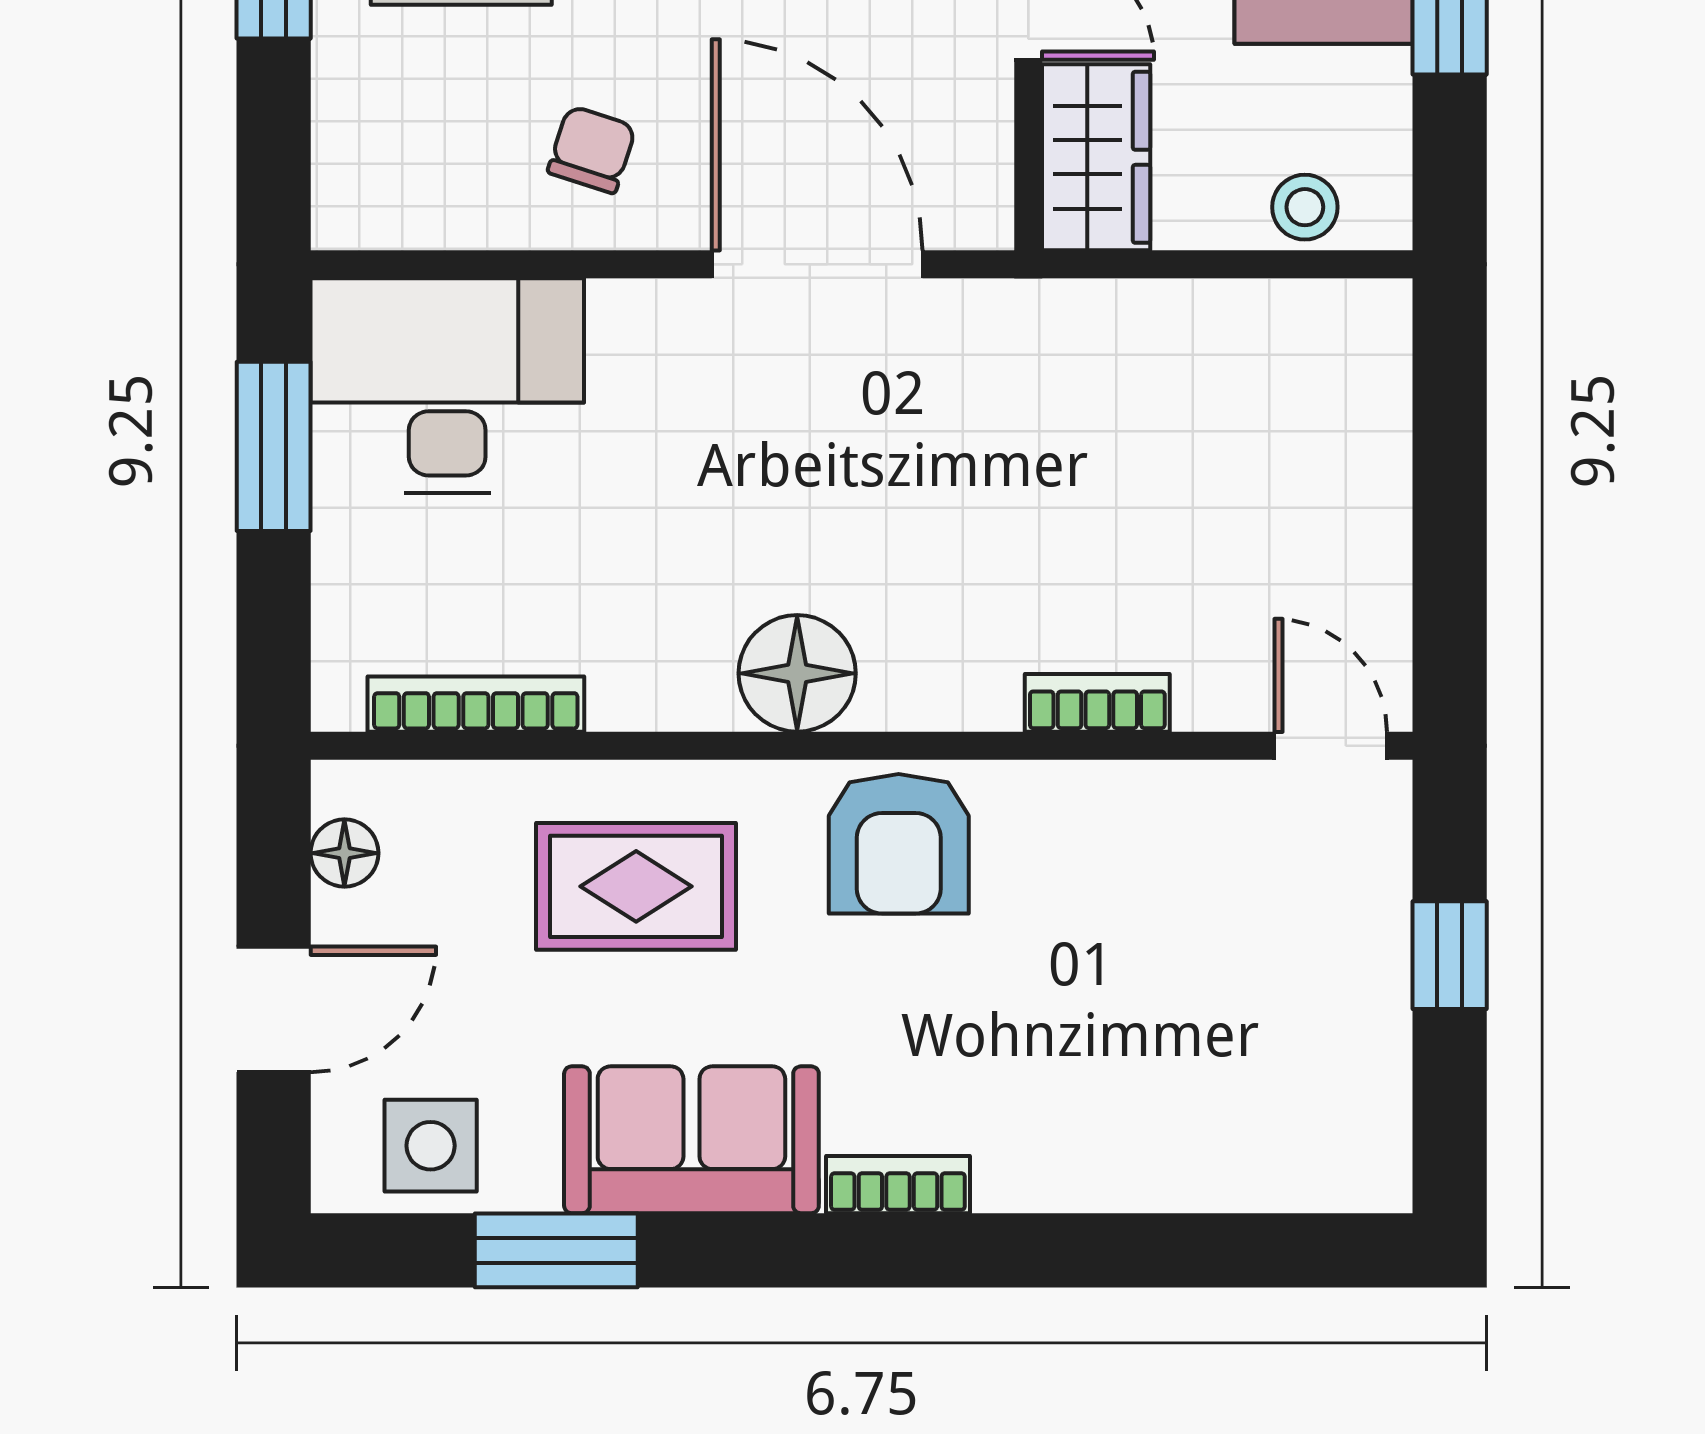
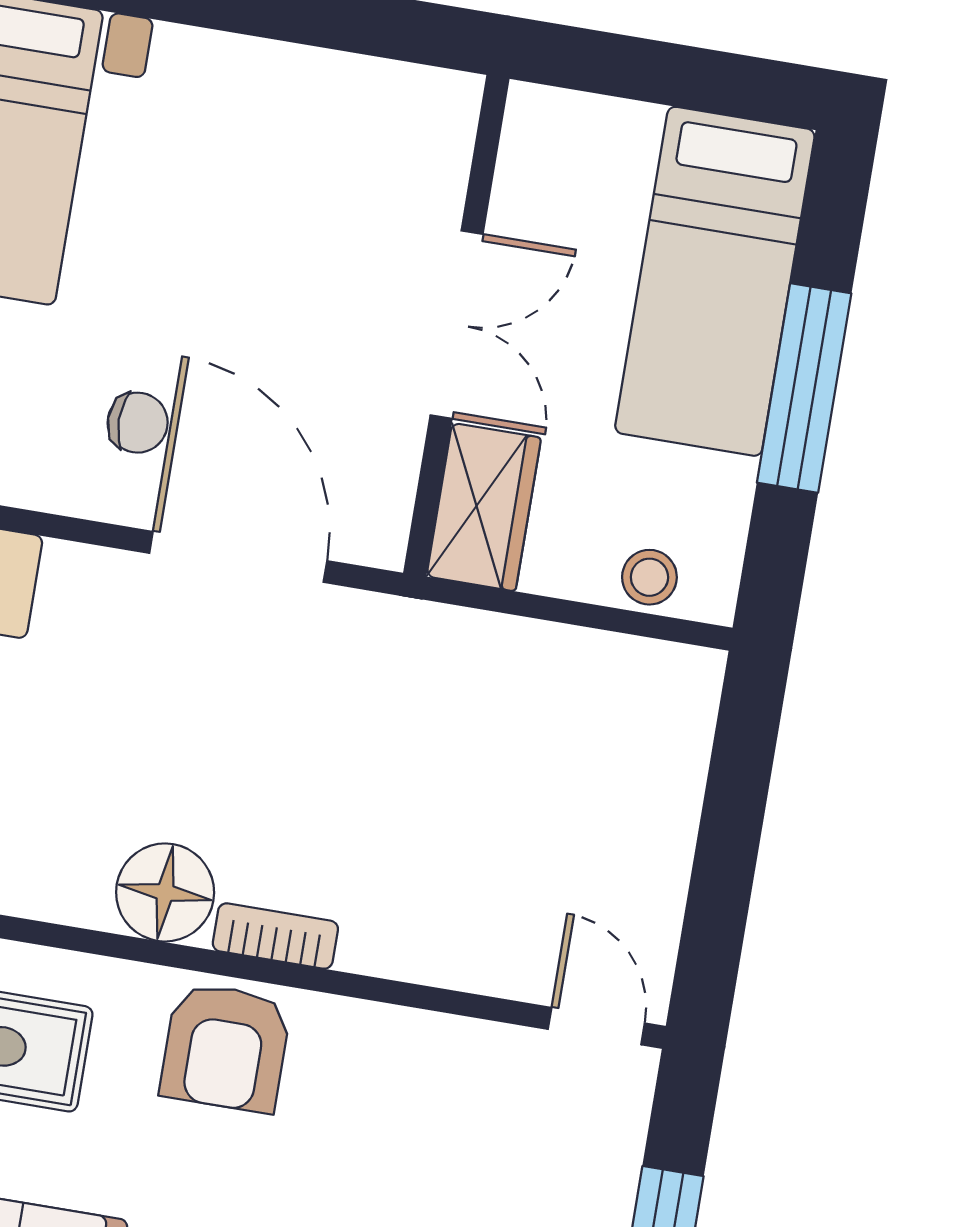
chair: (592, 149) -> (138, 423), moved, turned 72
bookcase: (1097, 703) -> (275, 936), moved

